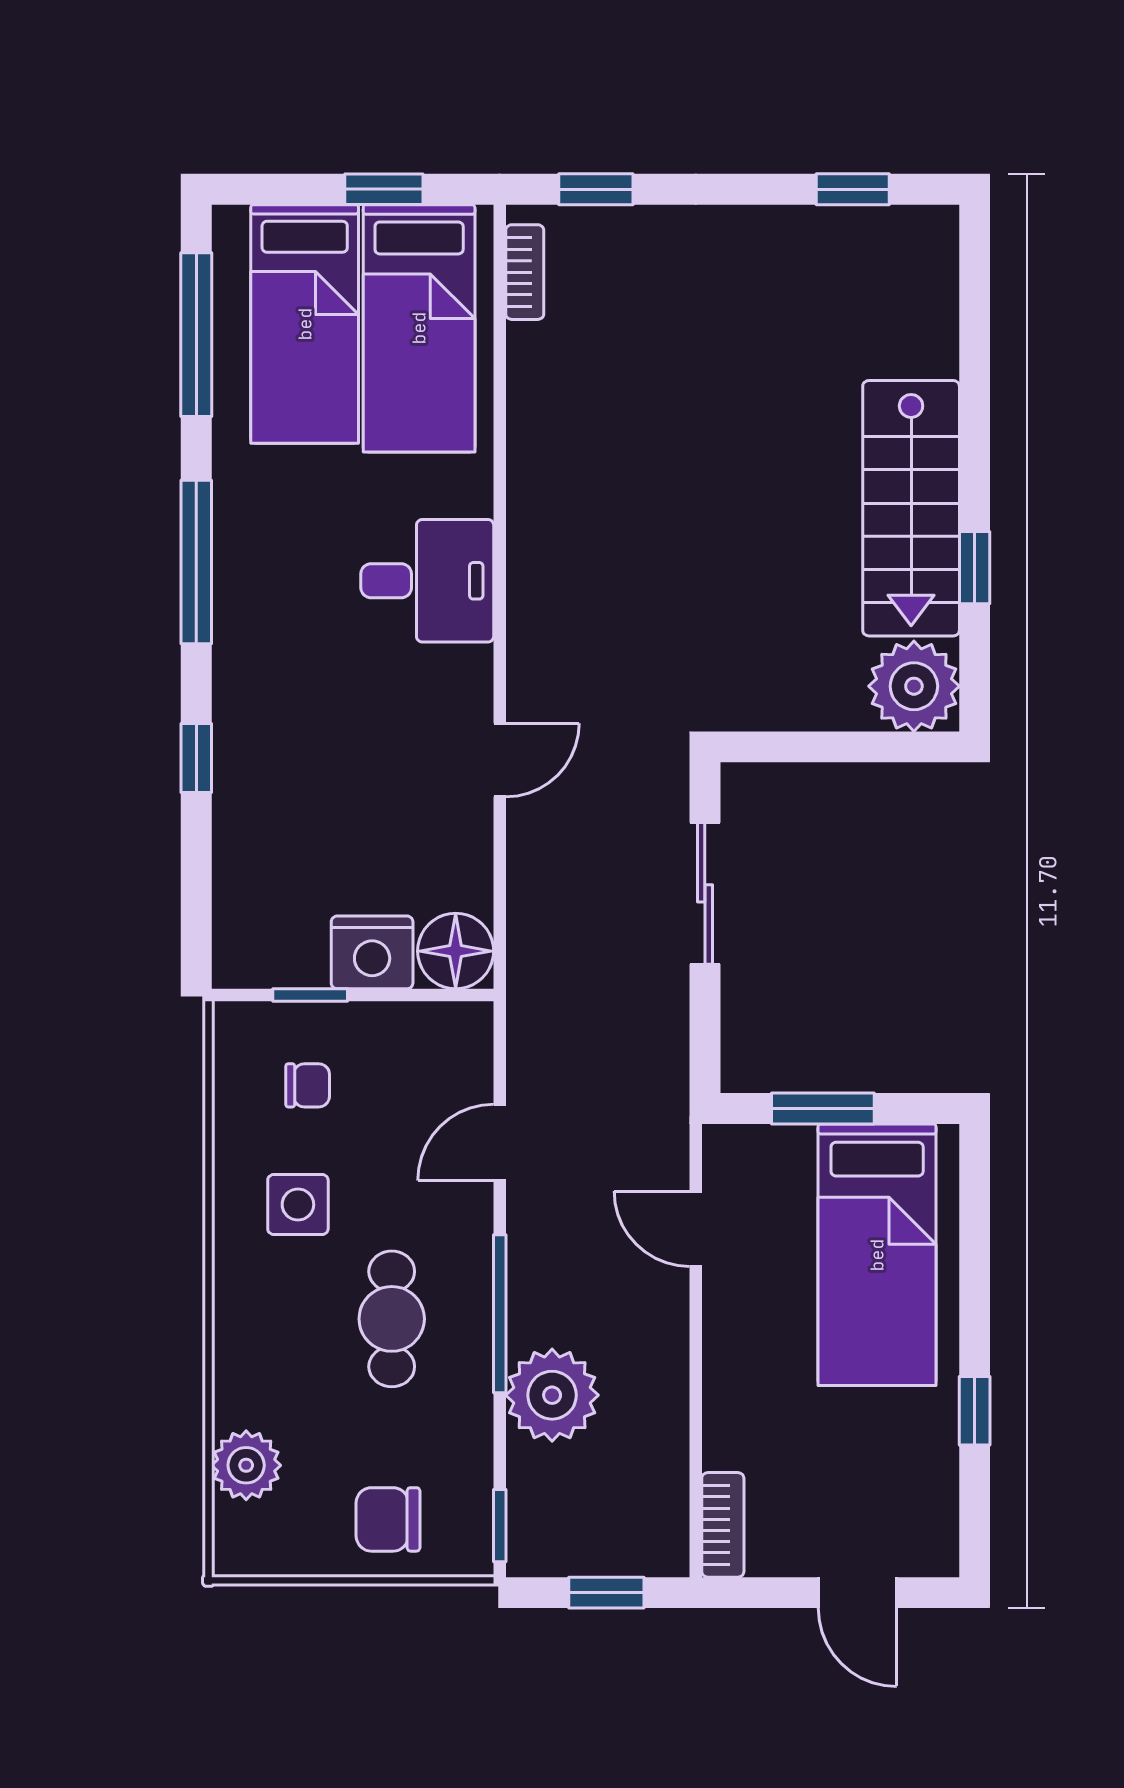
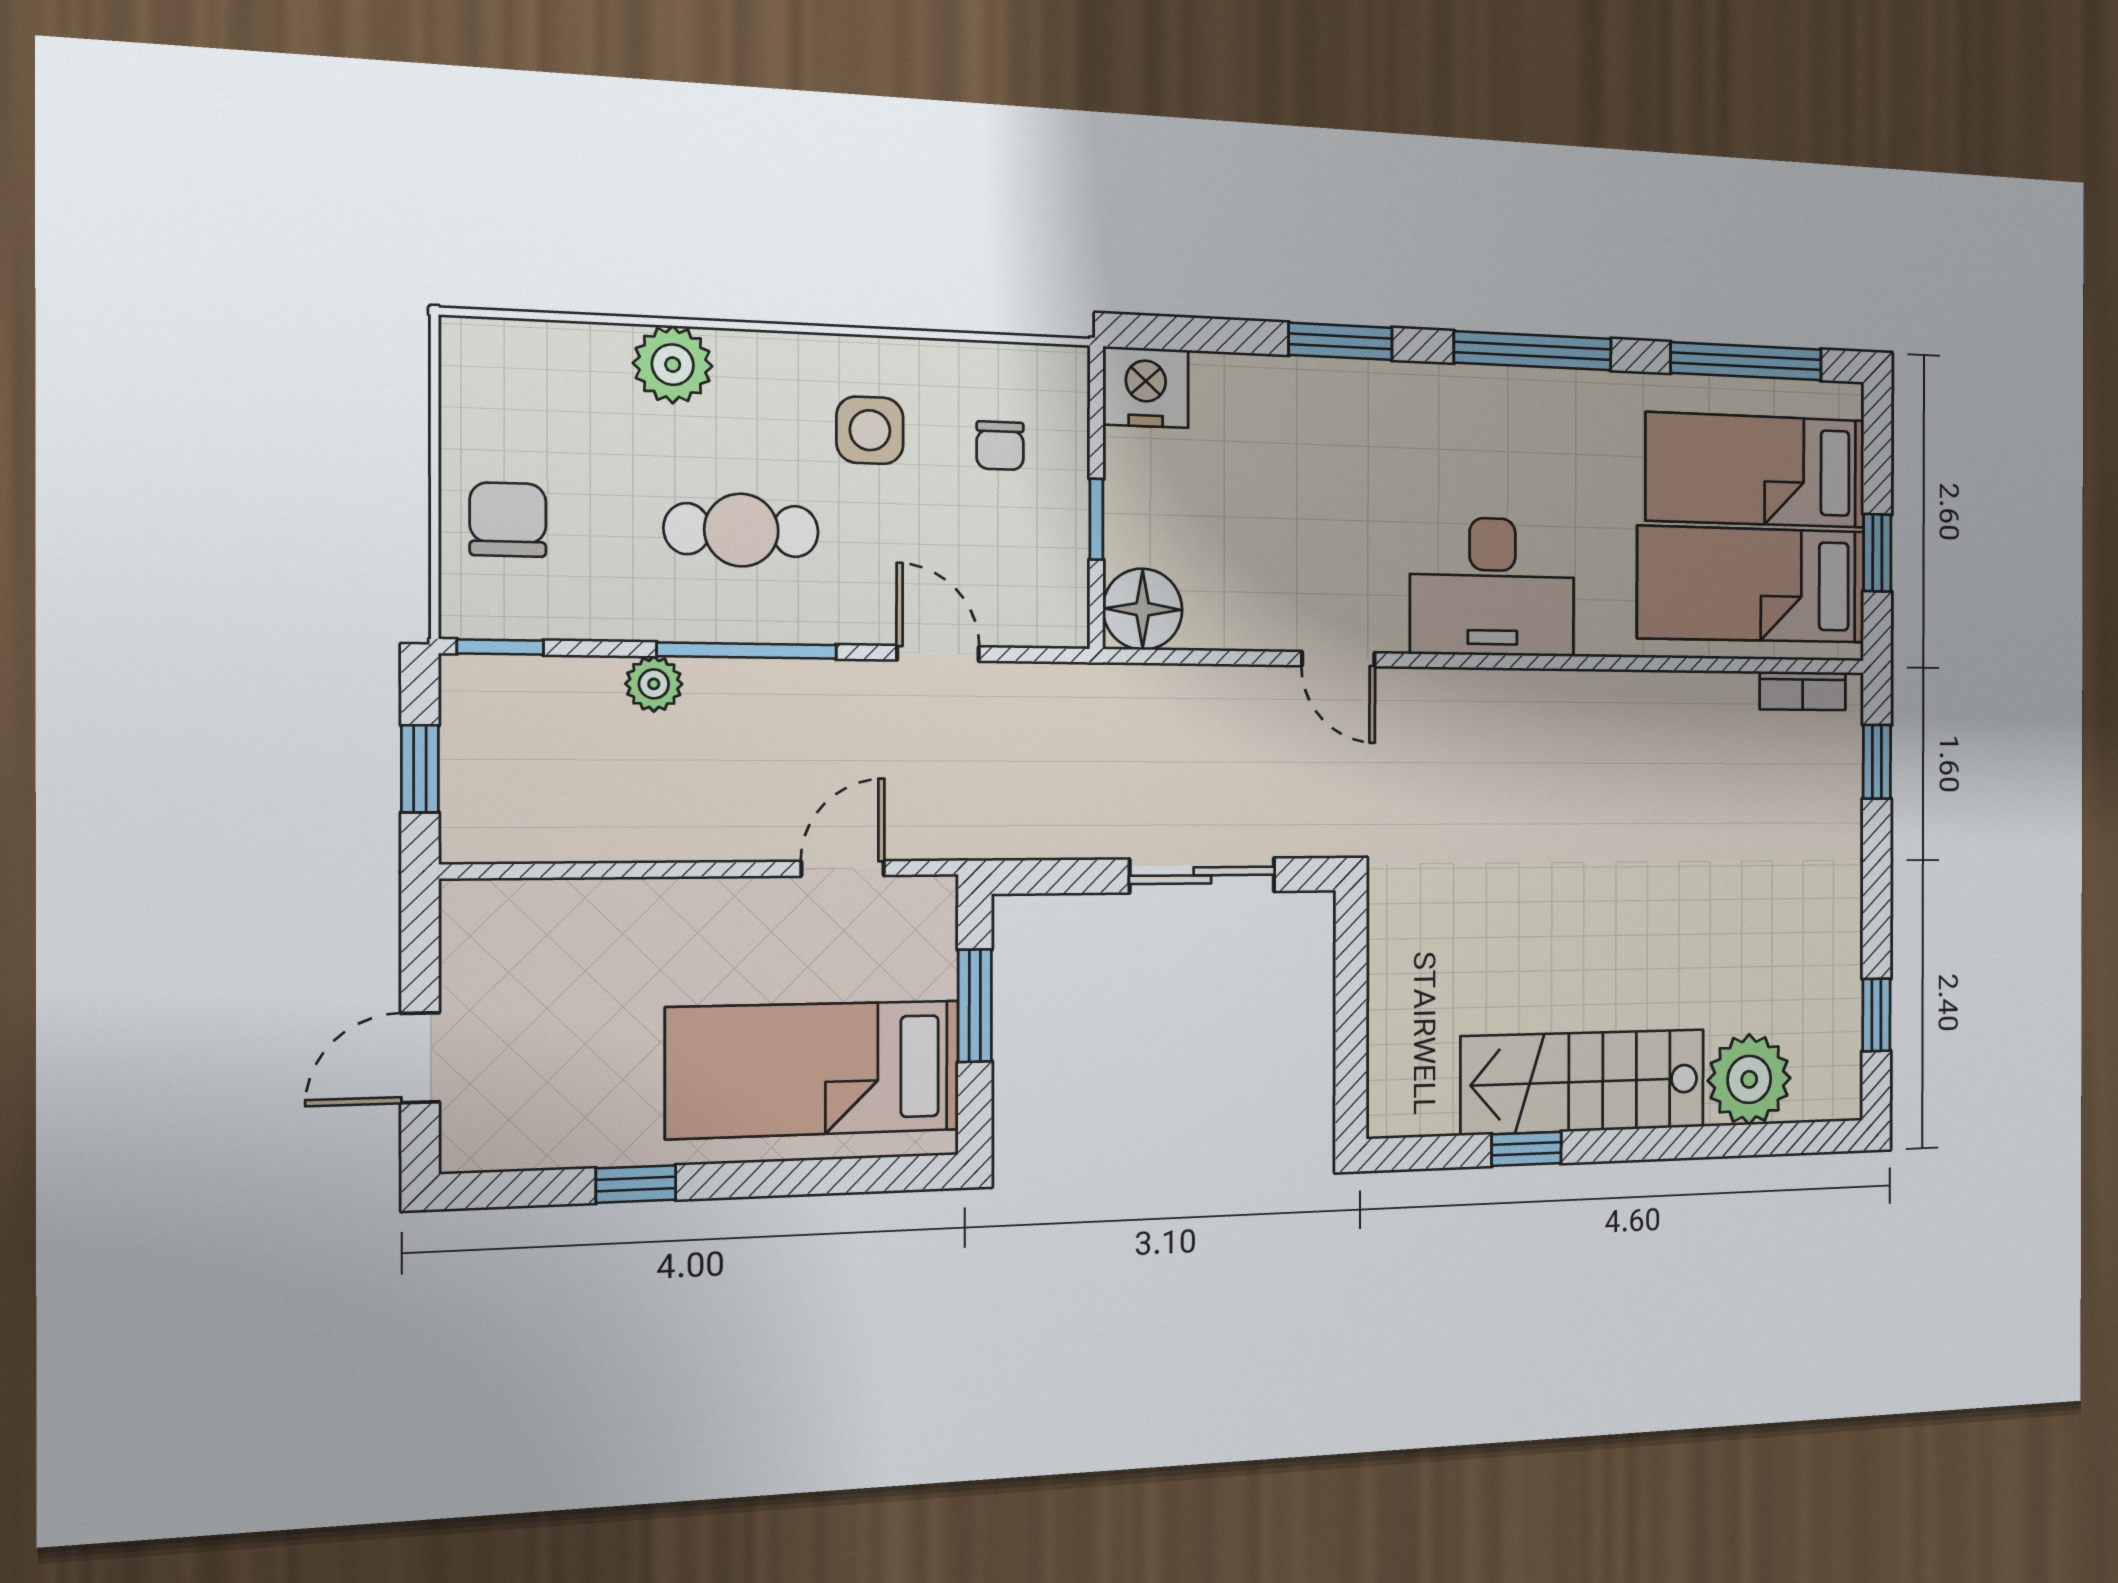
desk: (427, 581) -> (1492, 587), width x1.37
plant: (914, 686) -> (1749, 1079), moved
window: (196, 758) -> (1341, 341), width x1.50
nightstand: (372, 952) -> (1146, 387), moved, turned 90
window: (310, 995) -> (1096, 519), moved
plant: (552, 1395) -> (654, 684), width x0.53, depth x0.53
plant: (246, 1465) -> (673, 365), moved
bookcase: (723, 1525) -> (501, 902), removed

